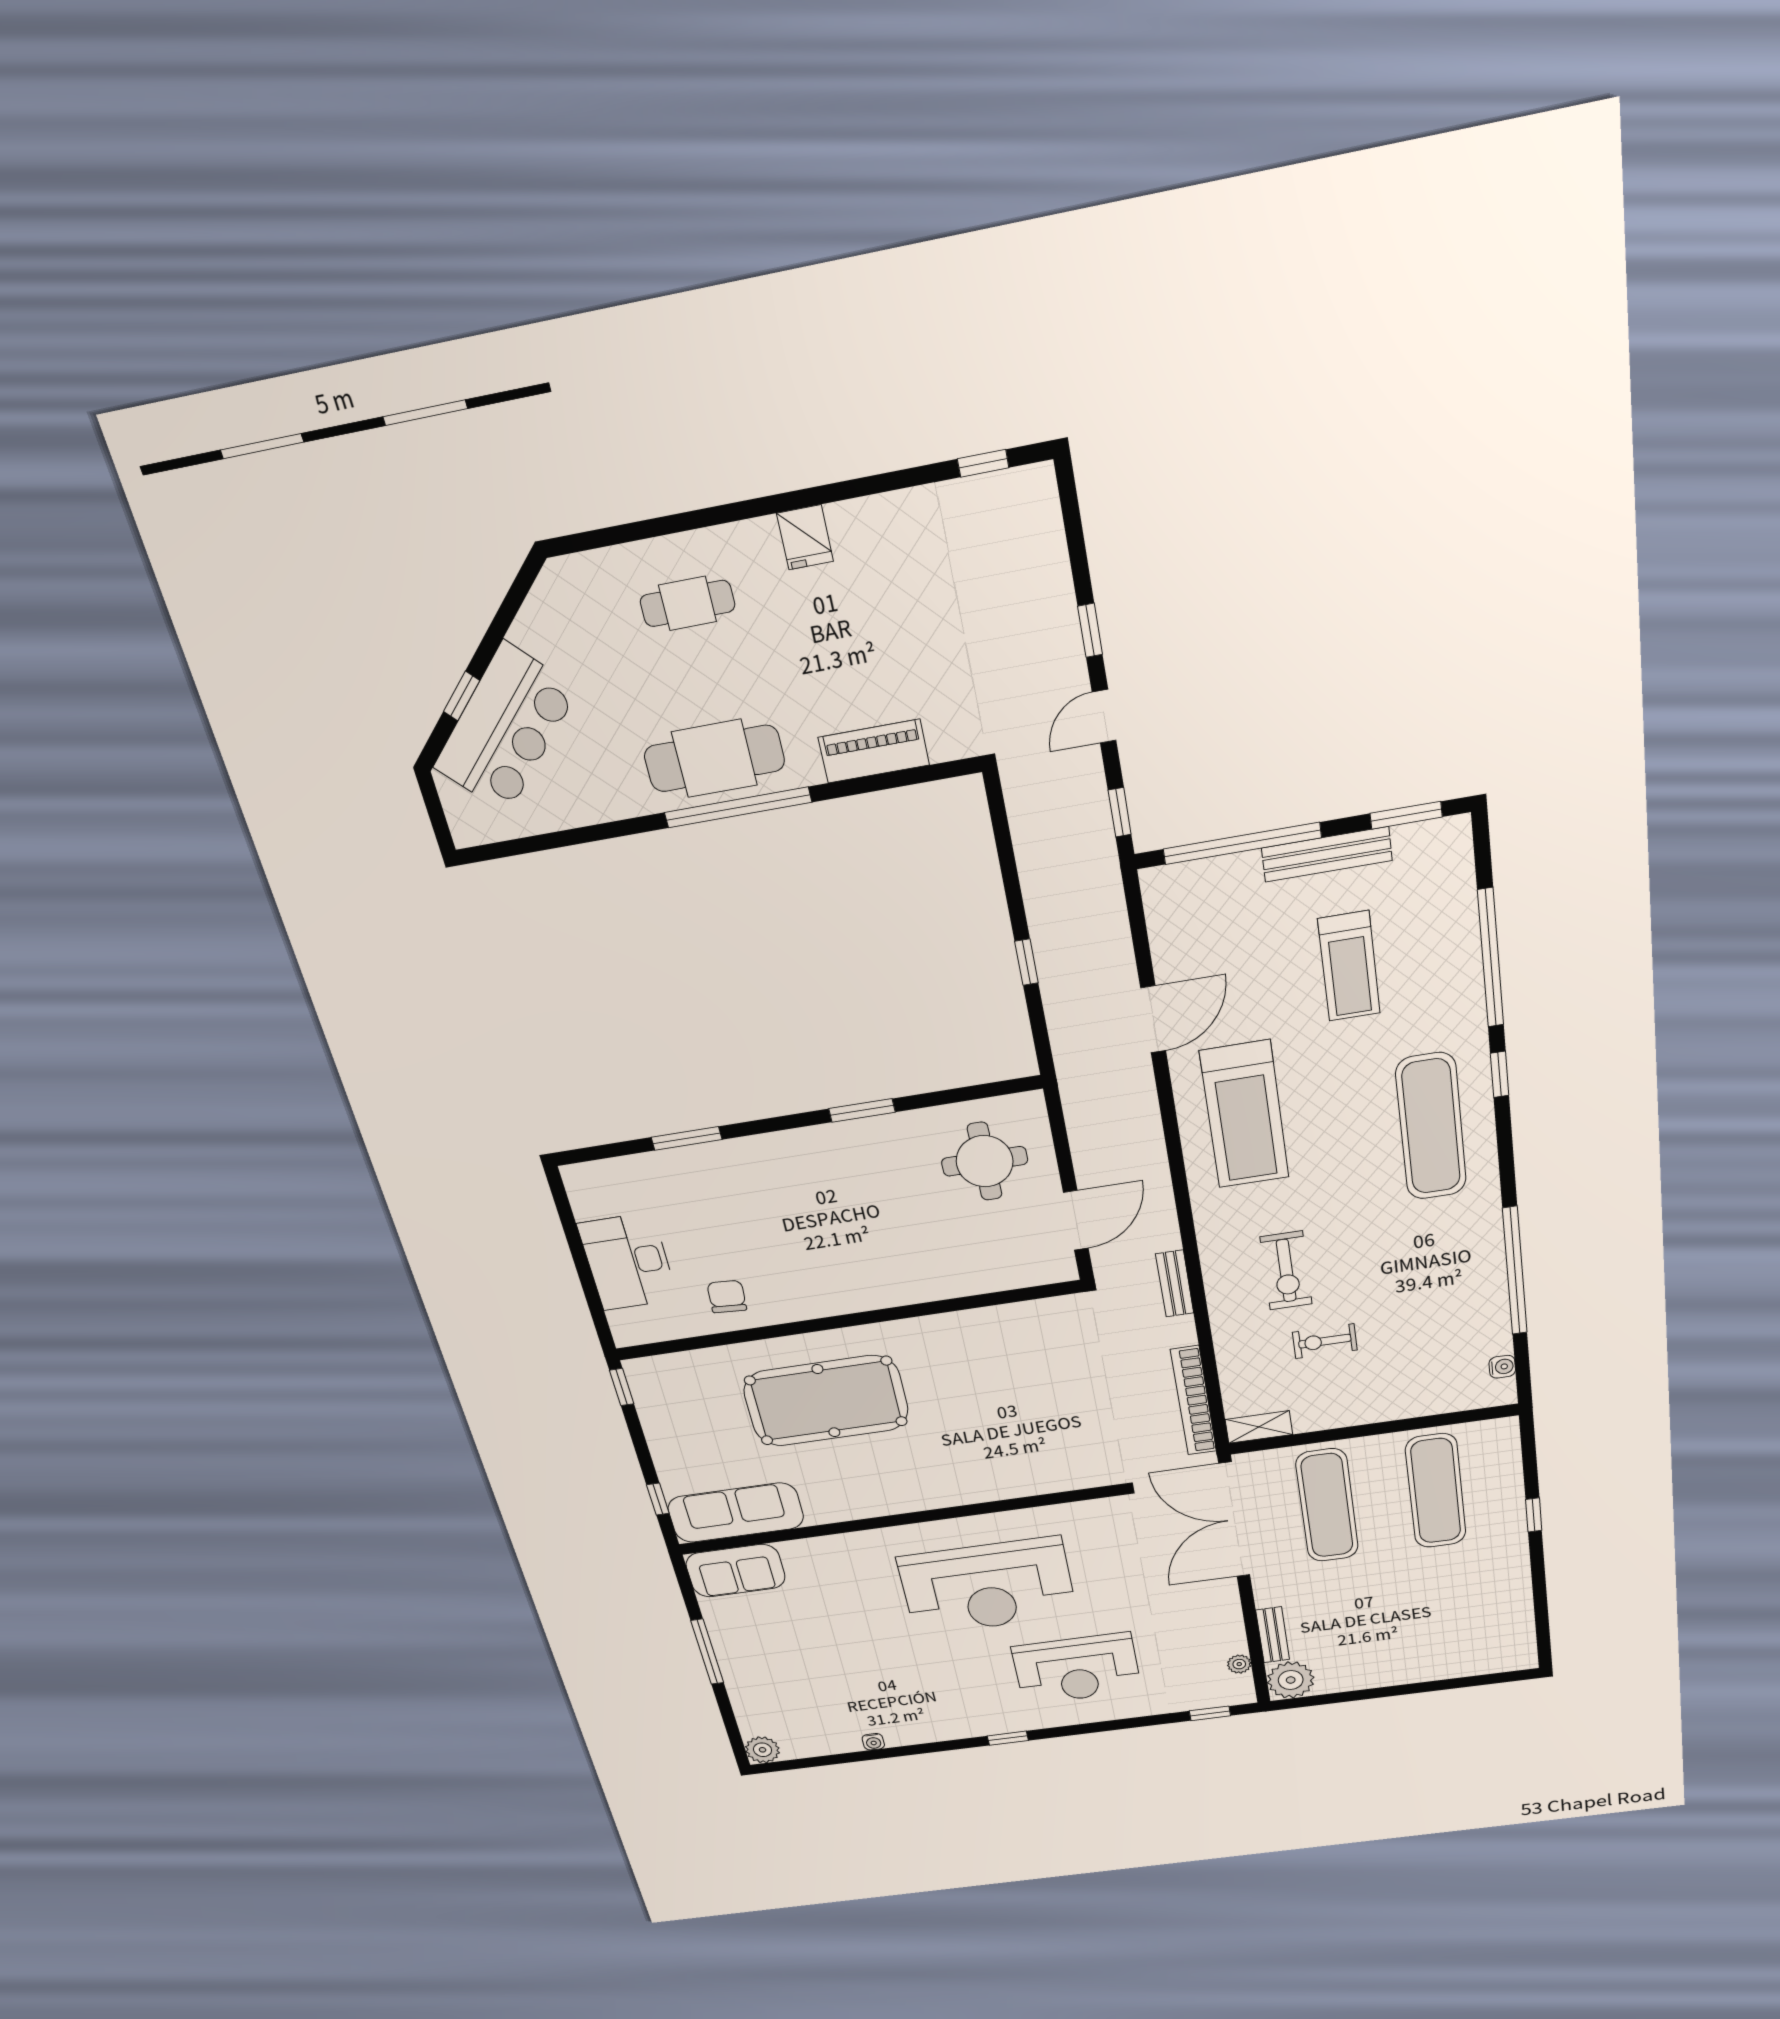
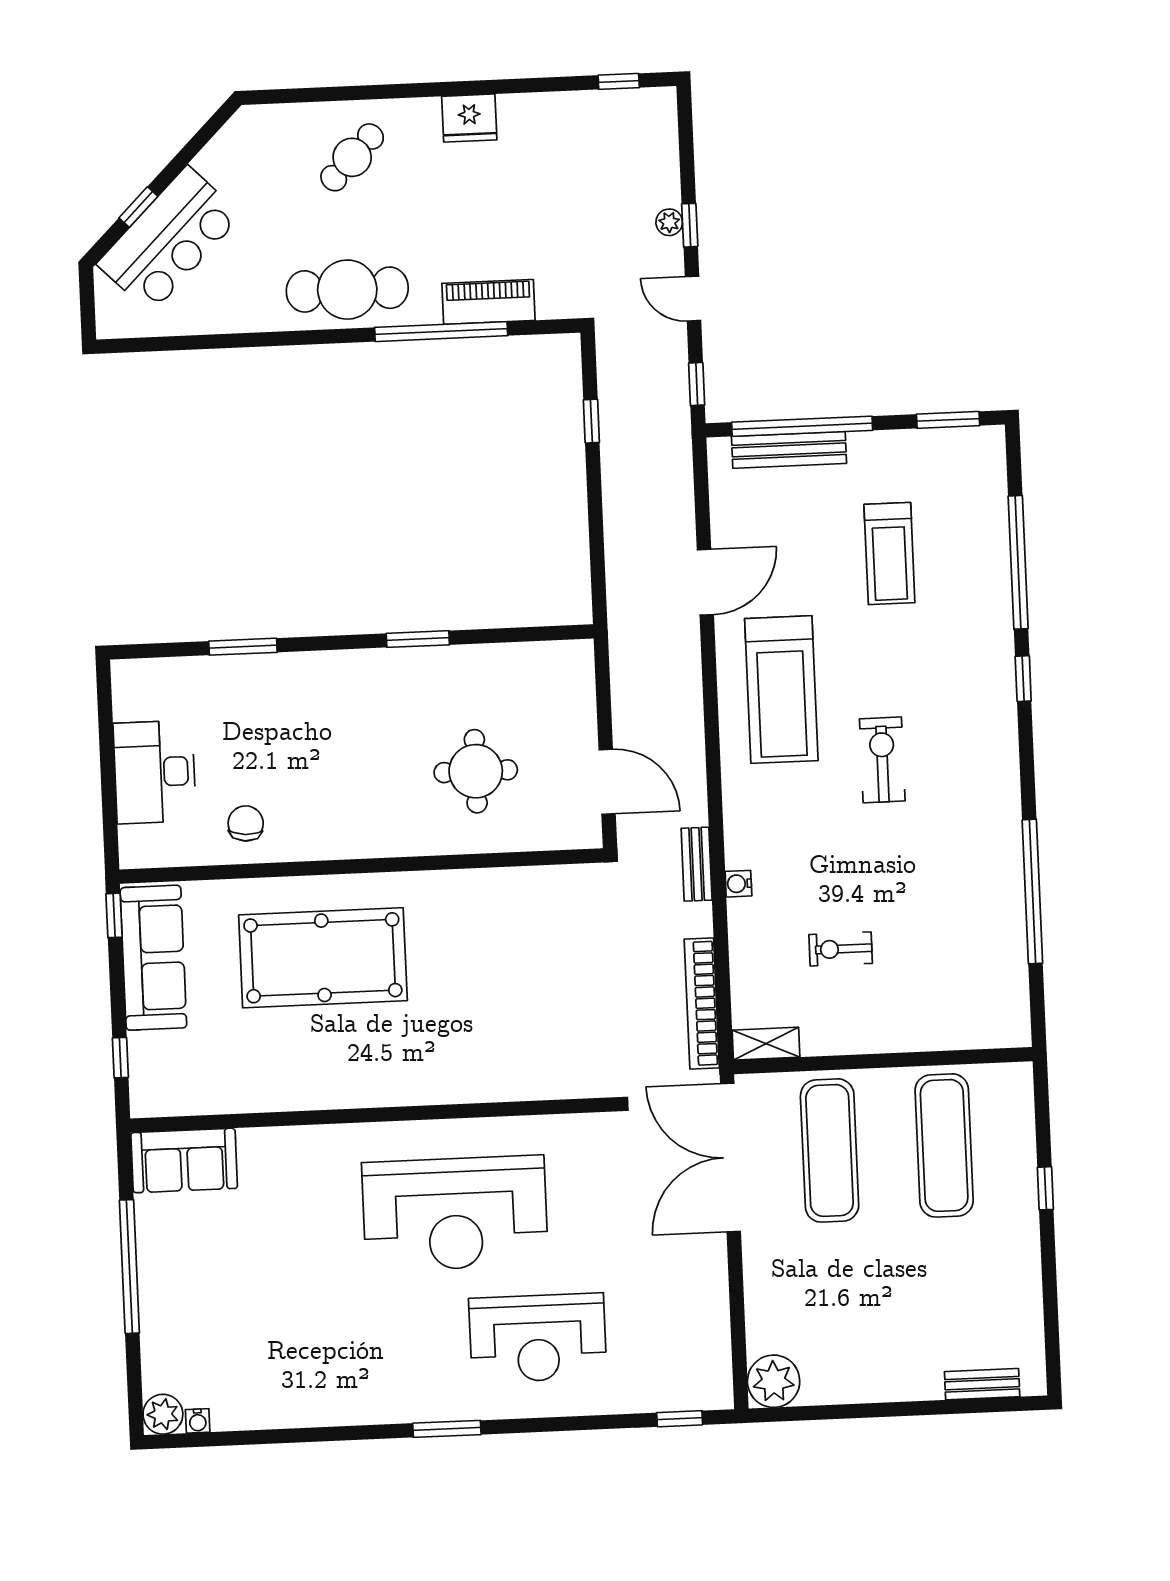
fridge: (805, 537) -> (469, 118), width x1.38
cafe table: (687, 603) -> (352, 157), turned -46
door: (1104, 716) -> (693, 299), hinge flipped
window: (738, 807) -> (441, 332), moved
bench: (1327, 854) -> (789, 450), moved
window: (1026, 962) -> (591, 421), moved
exercise mat: (1431, 1127) -> (957, 724), removed
round table: (985, 1161) -> (476, 771), moved
door: (1076, 1220) -> (607, 782), hinge flipped
exercise bike: (1286, 1271) -> (882, 760), moved, turned 180
water cooler: (1502, 1367) -> (738, 884), moved, turned 180
sofa: (736, 1513) -> (153, 958), moved, turned 90
bench: (1273, 1635) -> (982, 1384), moved, turned 90
window: (707, 1652) -> (129, 1267), width x1.46
plant: (1239, 1664) -> (669, 222), moved
window: (1008, 1738) -> (447, 1429), width x1.50
water cooler: (873, 1742) -> (198, 1421), moved

